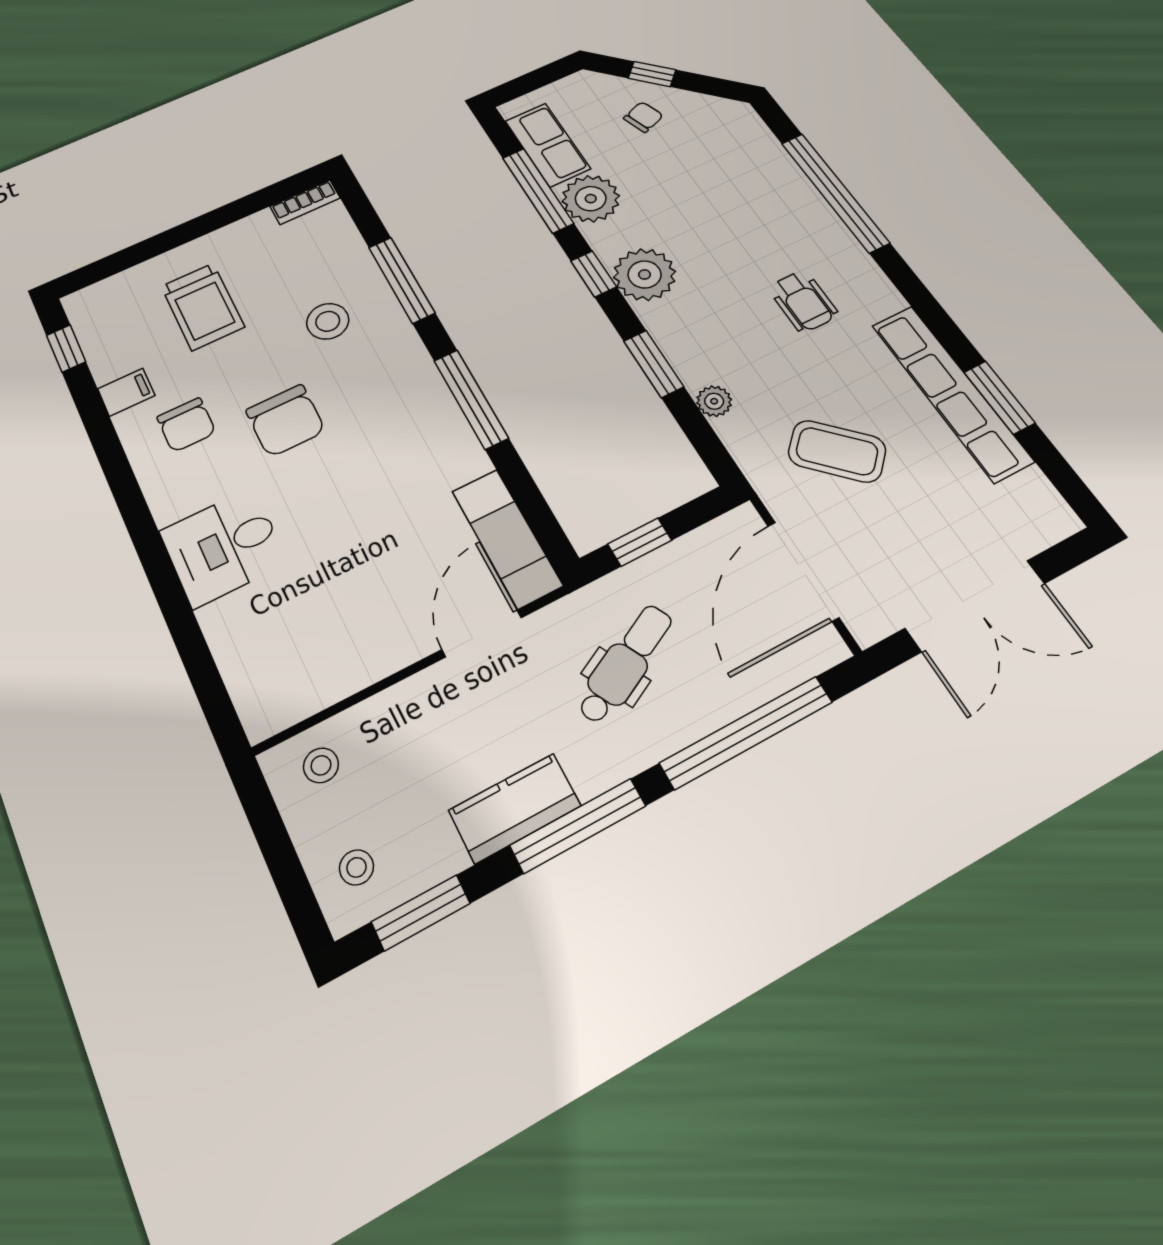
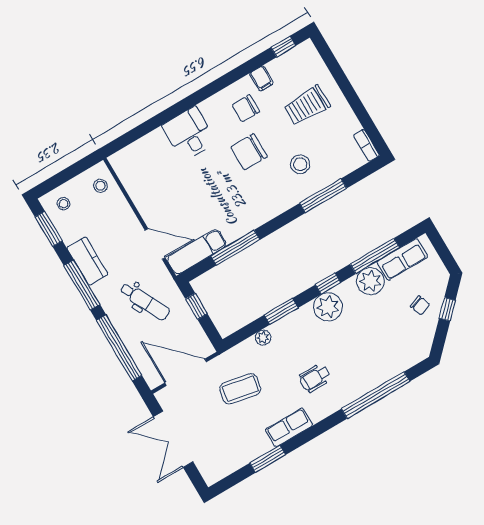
row of seats: (951, 392) -> (289, 428), width x0.50
window: (471, 399) -> (235, 248), moved
coffee table: (837, 451) -> (240, 389), turned 56

